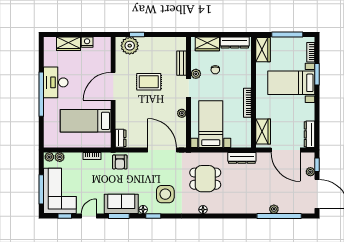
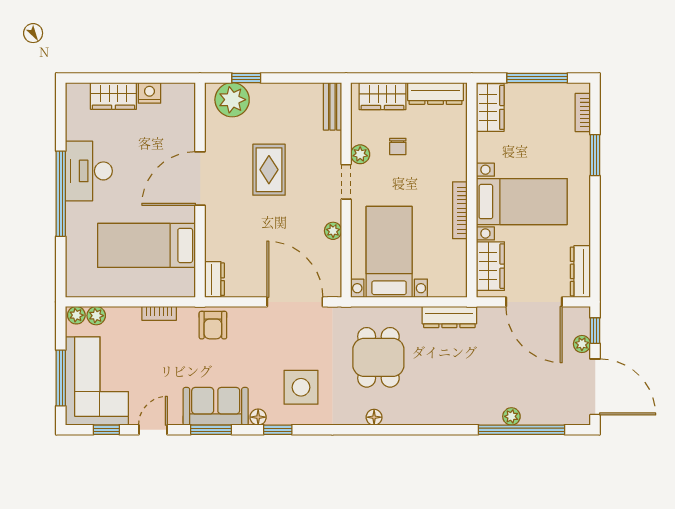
bench: (182, 63) -> (333, 106), moved
rug: (149, 82) -> (269, 170), turned 90
bed with nightstands: (291, 83) -> (522, 202), moved, turned 180
dining table: (205, 179) -> (378, 357), turned 90

